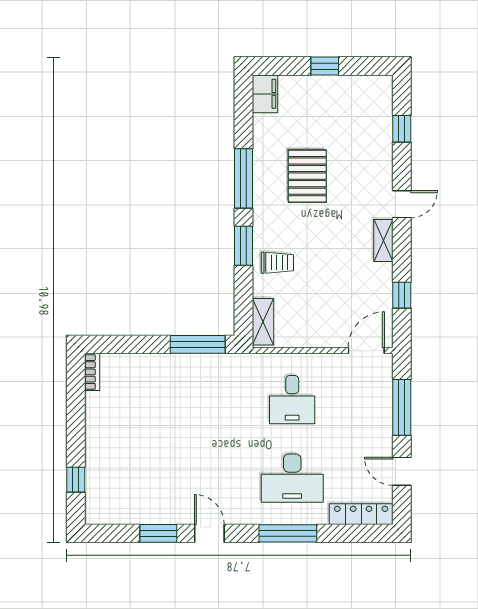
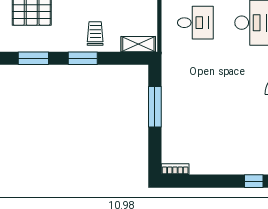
window: (244, 178) -> (33, 58), width x0.69
window: (198, 344) -> (155, 107), moved

